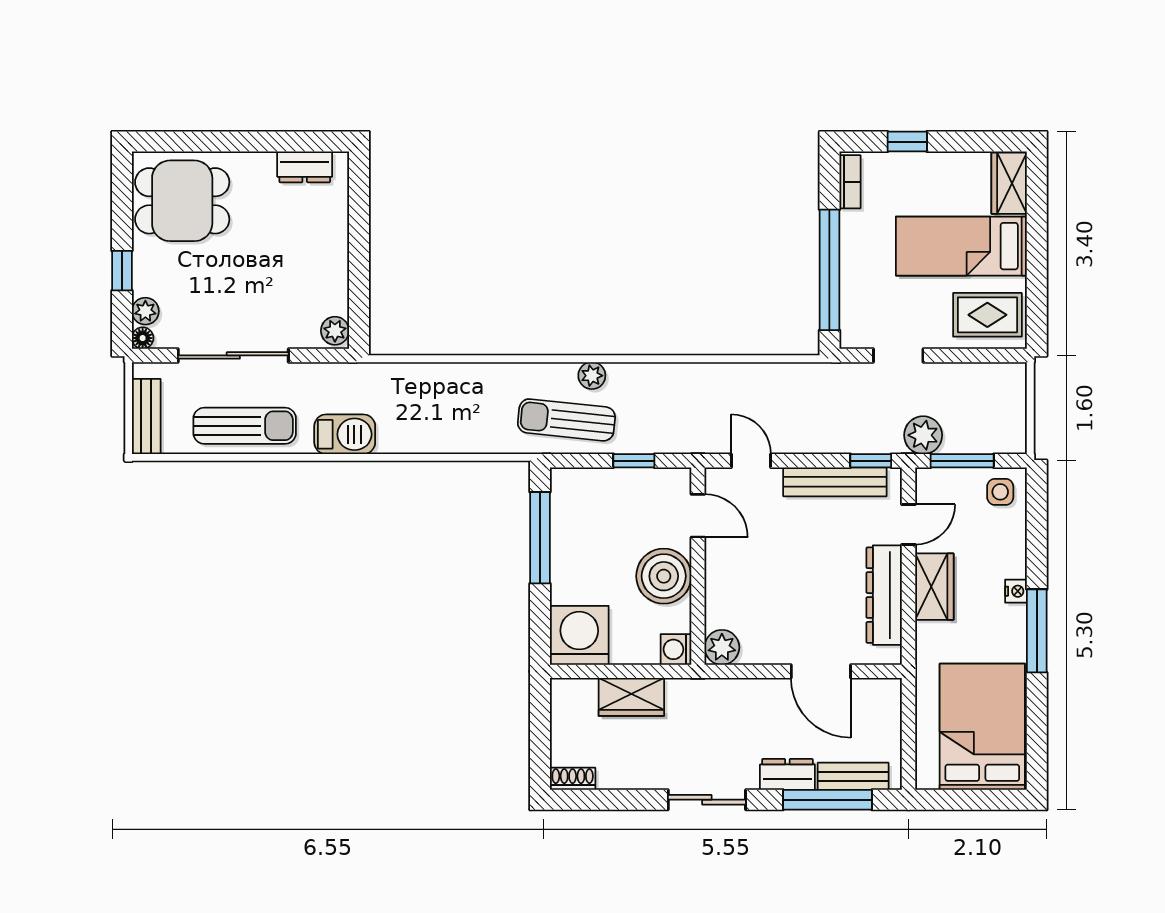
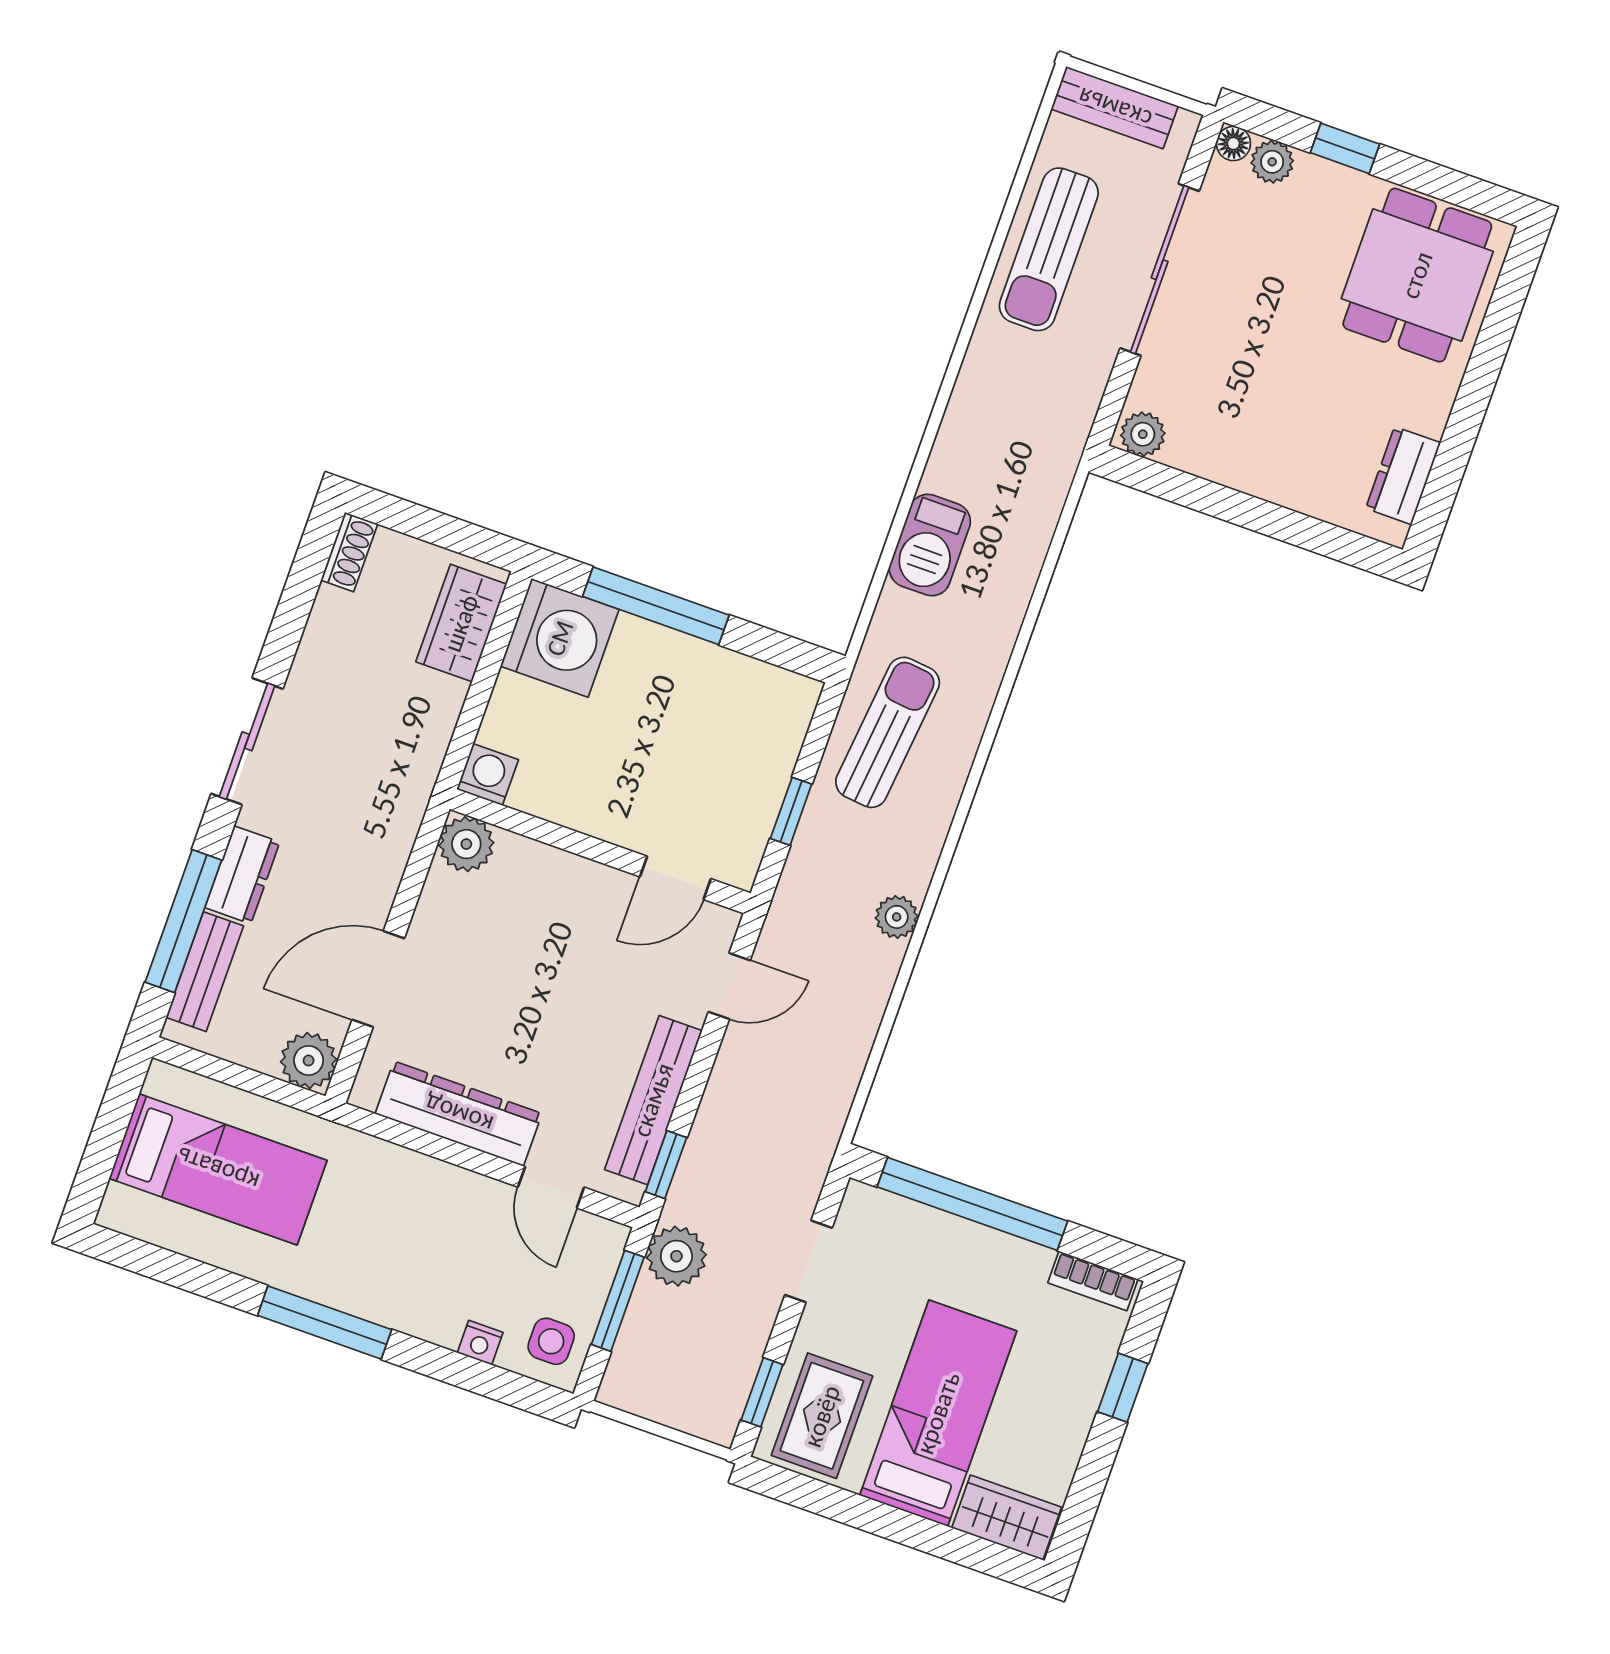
window: (986, 355) -> (762, 1392), added
plant: (592, 376) -> (897, 917), moved
barbecue: (345, 434) -> (930, 545), moved
window: (540, 538) -> (656, 606), moved
boiler: (664, 576) -> (603, 795), removed
wardrobe: (934, 587) -> (445, 1193), removed
nightstand: (1016, 591) -> (480, 1343), moved
plant: (884, 696) -> (309, 1060), added
wardrobe: (631, 697) -> (461, 623), moved
bed: (982, 727) -> (218, 1169), width x0.67

